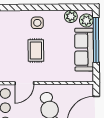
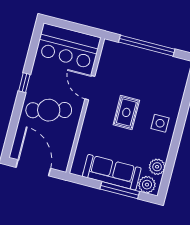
window: (96, 40) -> (120, 190), width x0.68
rug: (36, 51) -> (126, 112), turned 90

